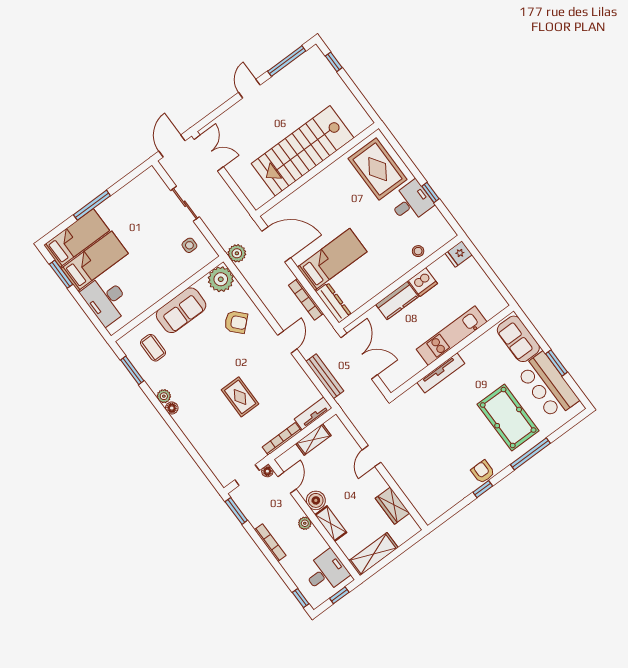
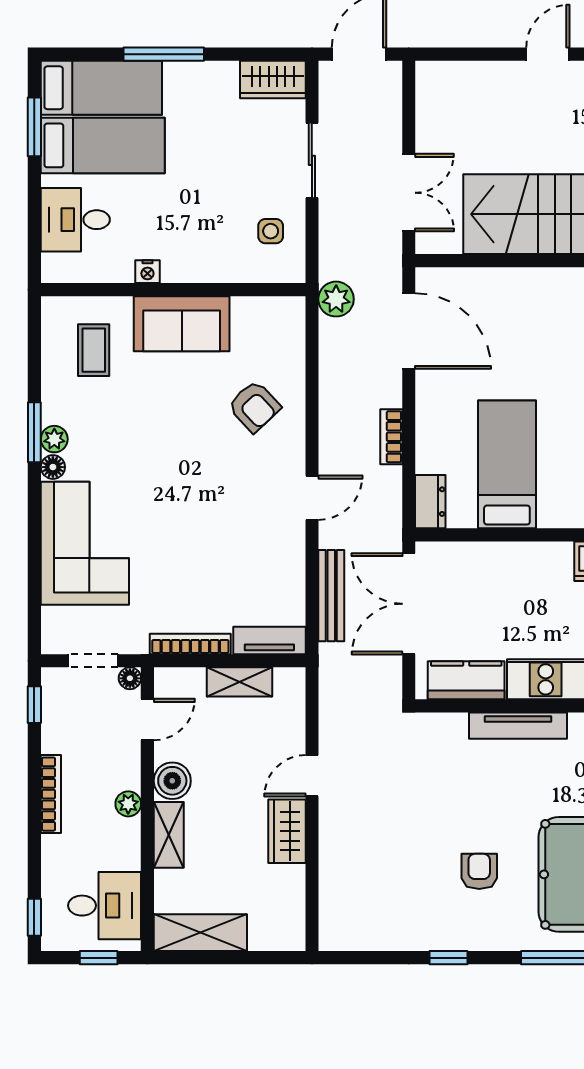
double door: (209, 153) -> (409, 193), moved
wardrobe: (144, 182) -> (273, 79), added
bed: (332, 259) -> (507, 464), moved, turned -90
plant: (221, 279) -> (280, 321), removed
nightstand: (151, 299) -> (147, 272), added
bookcase: (306, 299) -> (391, 437), width x0.64
desk: (106, 300) -> (75, 220), width x0.73
kitchen counter: (397, 301) -> (466, 680), moved, turned 180
dresser: (333, 303) -> (430, 502), width x0.70
double door: (359, 356) -> (409, 604), swing flipped
window: (132, 370) -> (34, 432), moved
rug: (240, 397) -> (173, 529), removed
corner sofa: (208, 430) -> (85, 543), added
armchair: (483, 472) -> (479, 871), moved
wardrobe: (392, 506) -> (287, 831), moved
window: (236, 511) -> (34, 705), width x0.67

